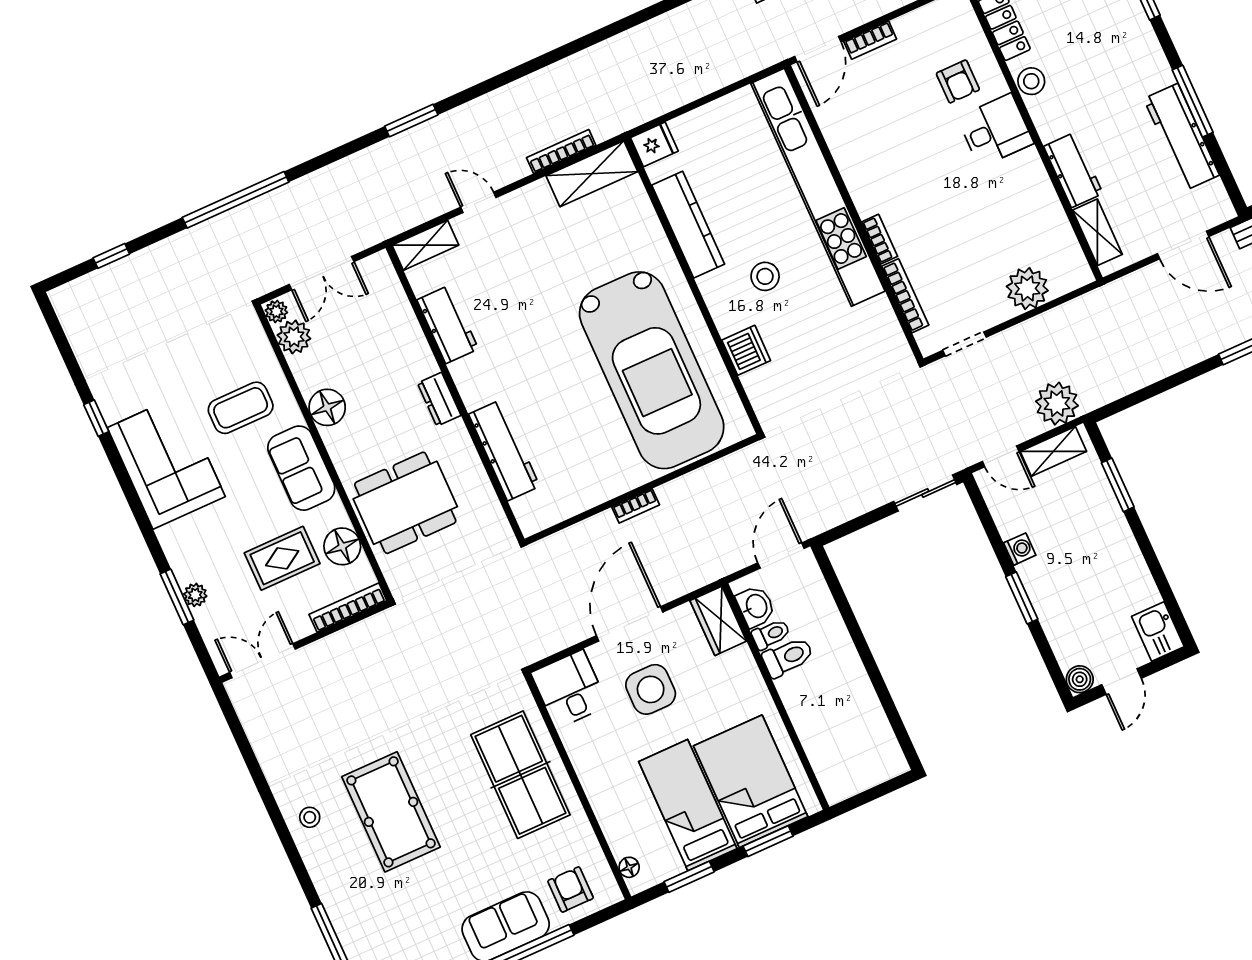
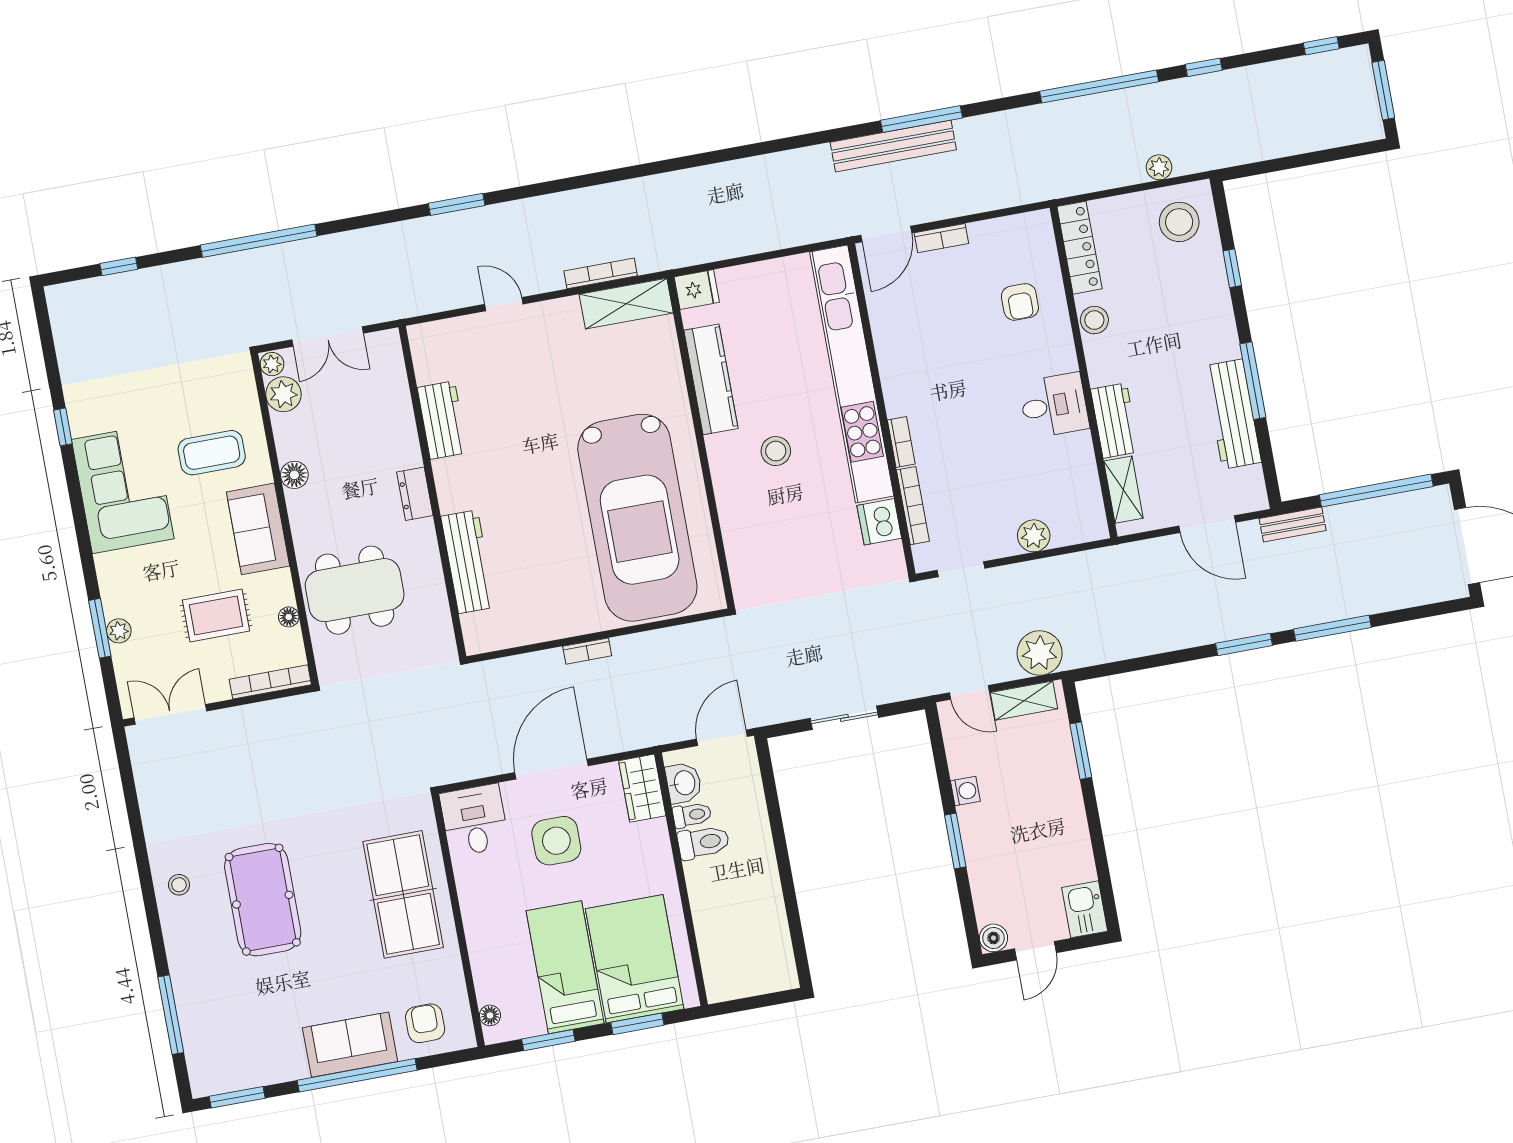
desk: (995, 130) -> (1054, 405), moved
shelving: (425, 245) -> (440, 334), removed
plant: (1027, 289) -> (1034, 536), width x0.73, depth x0.73
dishwasher: (746, 350) -> (879, 522), moved, turned 180
floor lamp: (327, 407) -> (294, 475), width x0.73, depth x0.73
sliding door: (925, 493) -> (844, 718), moved
floor lamp: (342, 546) -> (289, 617), width x0.53, depth x0.53

